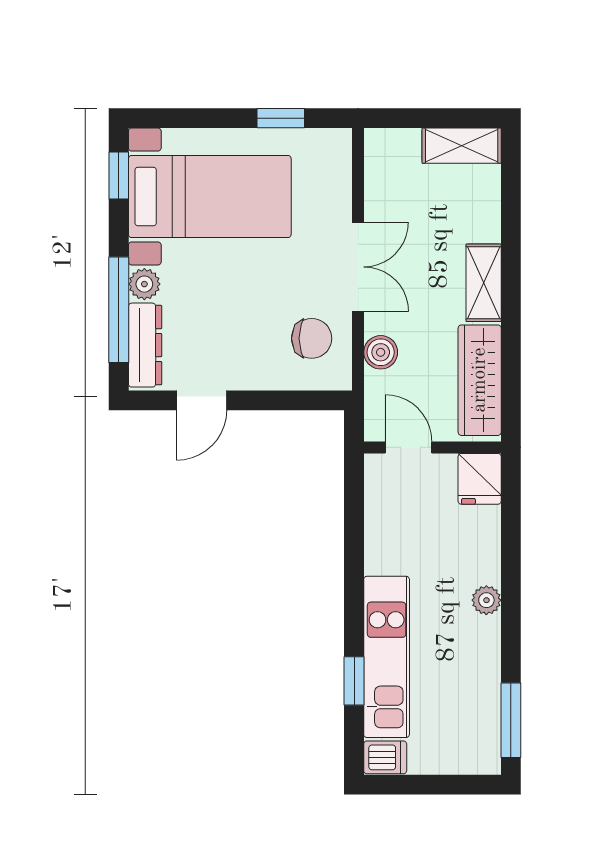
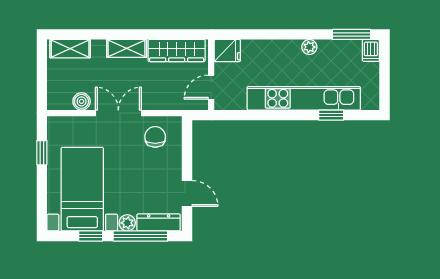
shelving: (462, 146) -> (70, 49), moved, turned 90
window: (119, 175) -> (91, 236), moved
boiler: (381, 352) -> (82, 101), moved
plant: (486, 600) -> (309, 47), moved
kitchen unit: (387, 657) -> (304, 98), width x1.36
dishwasher: (385, 757) -> (371, 50), moved, turned 180

